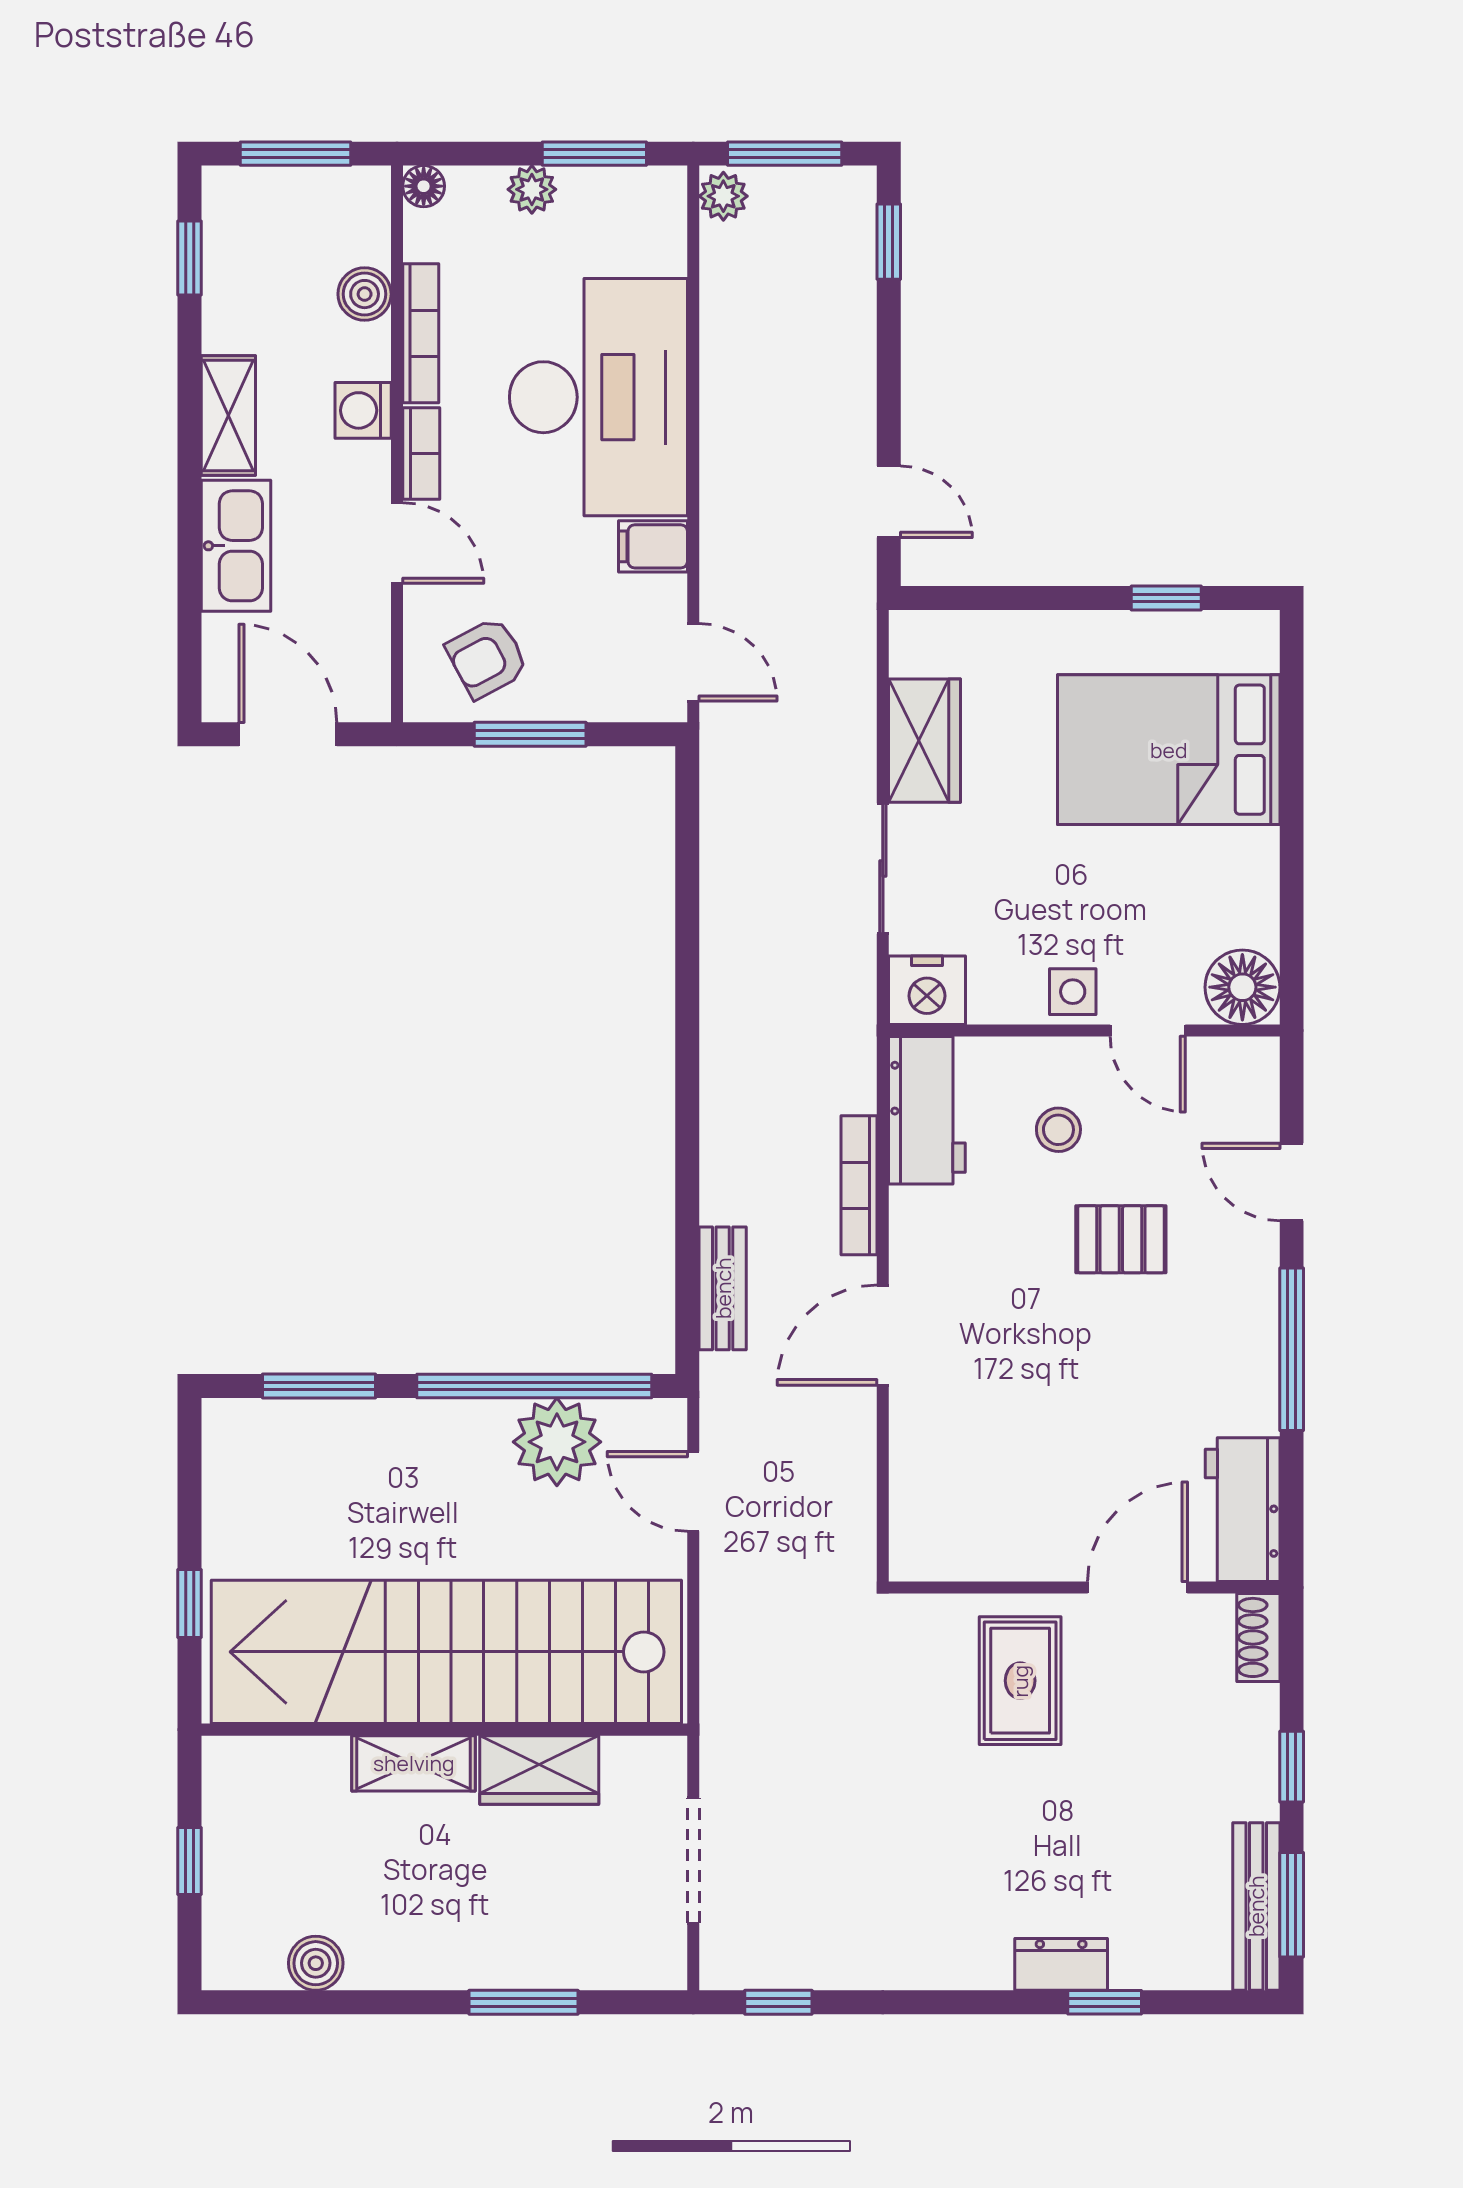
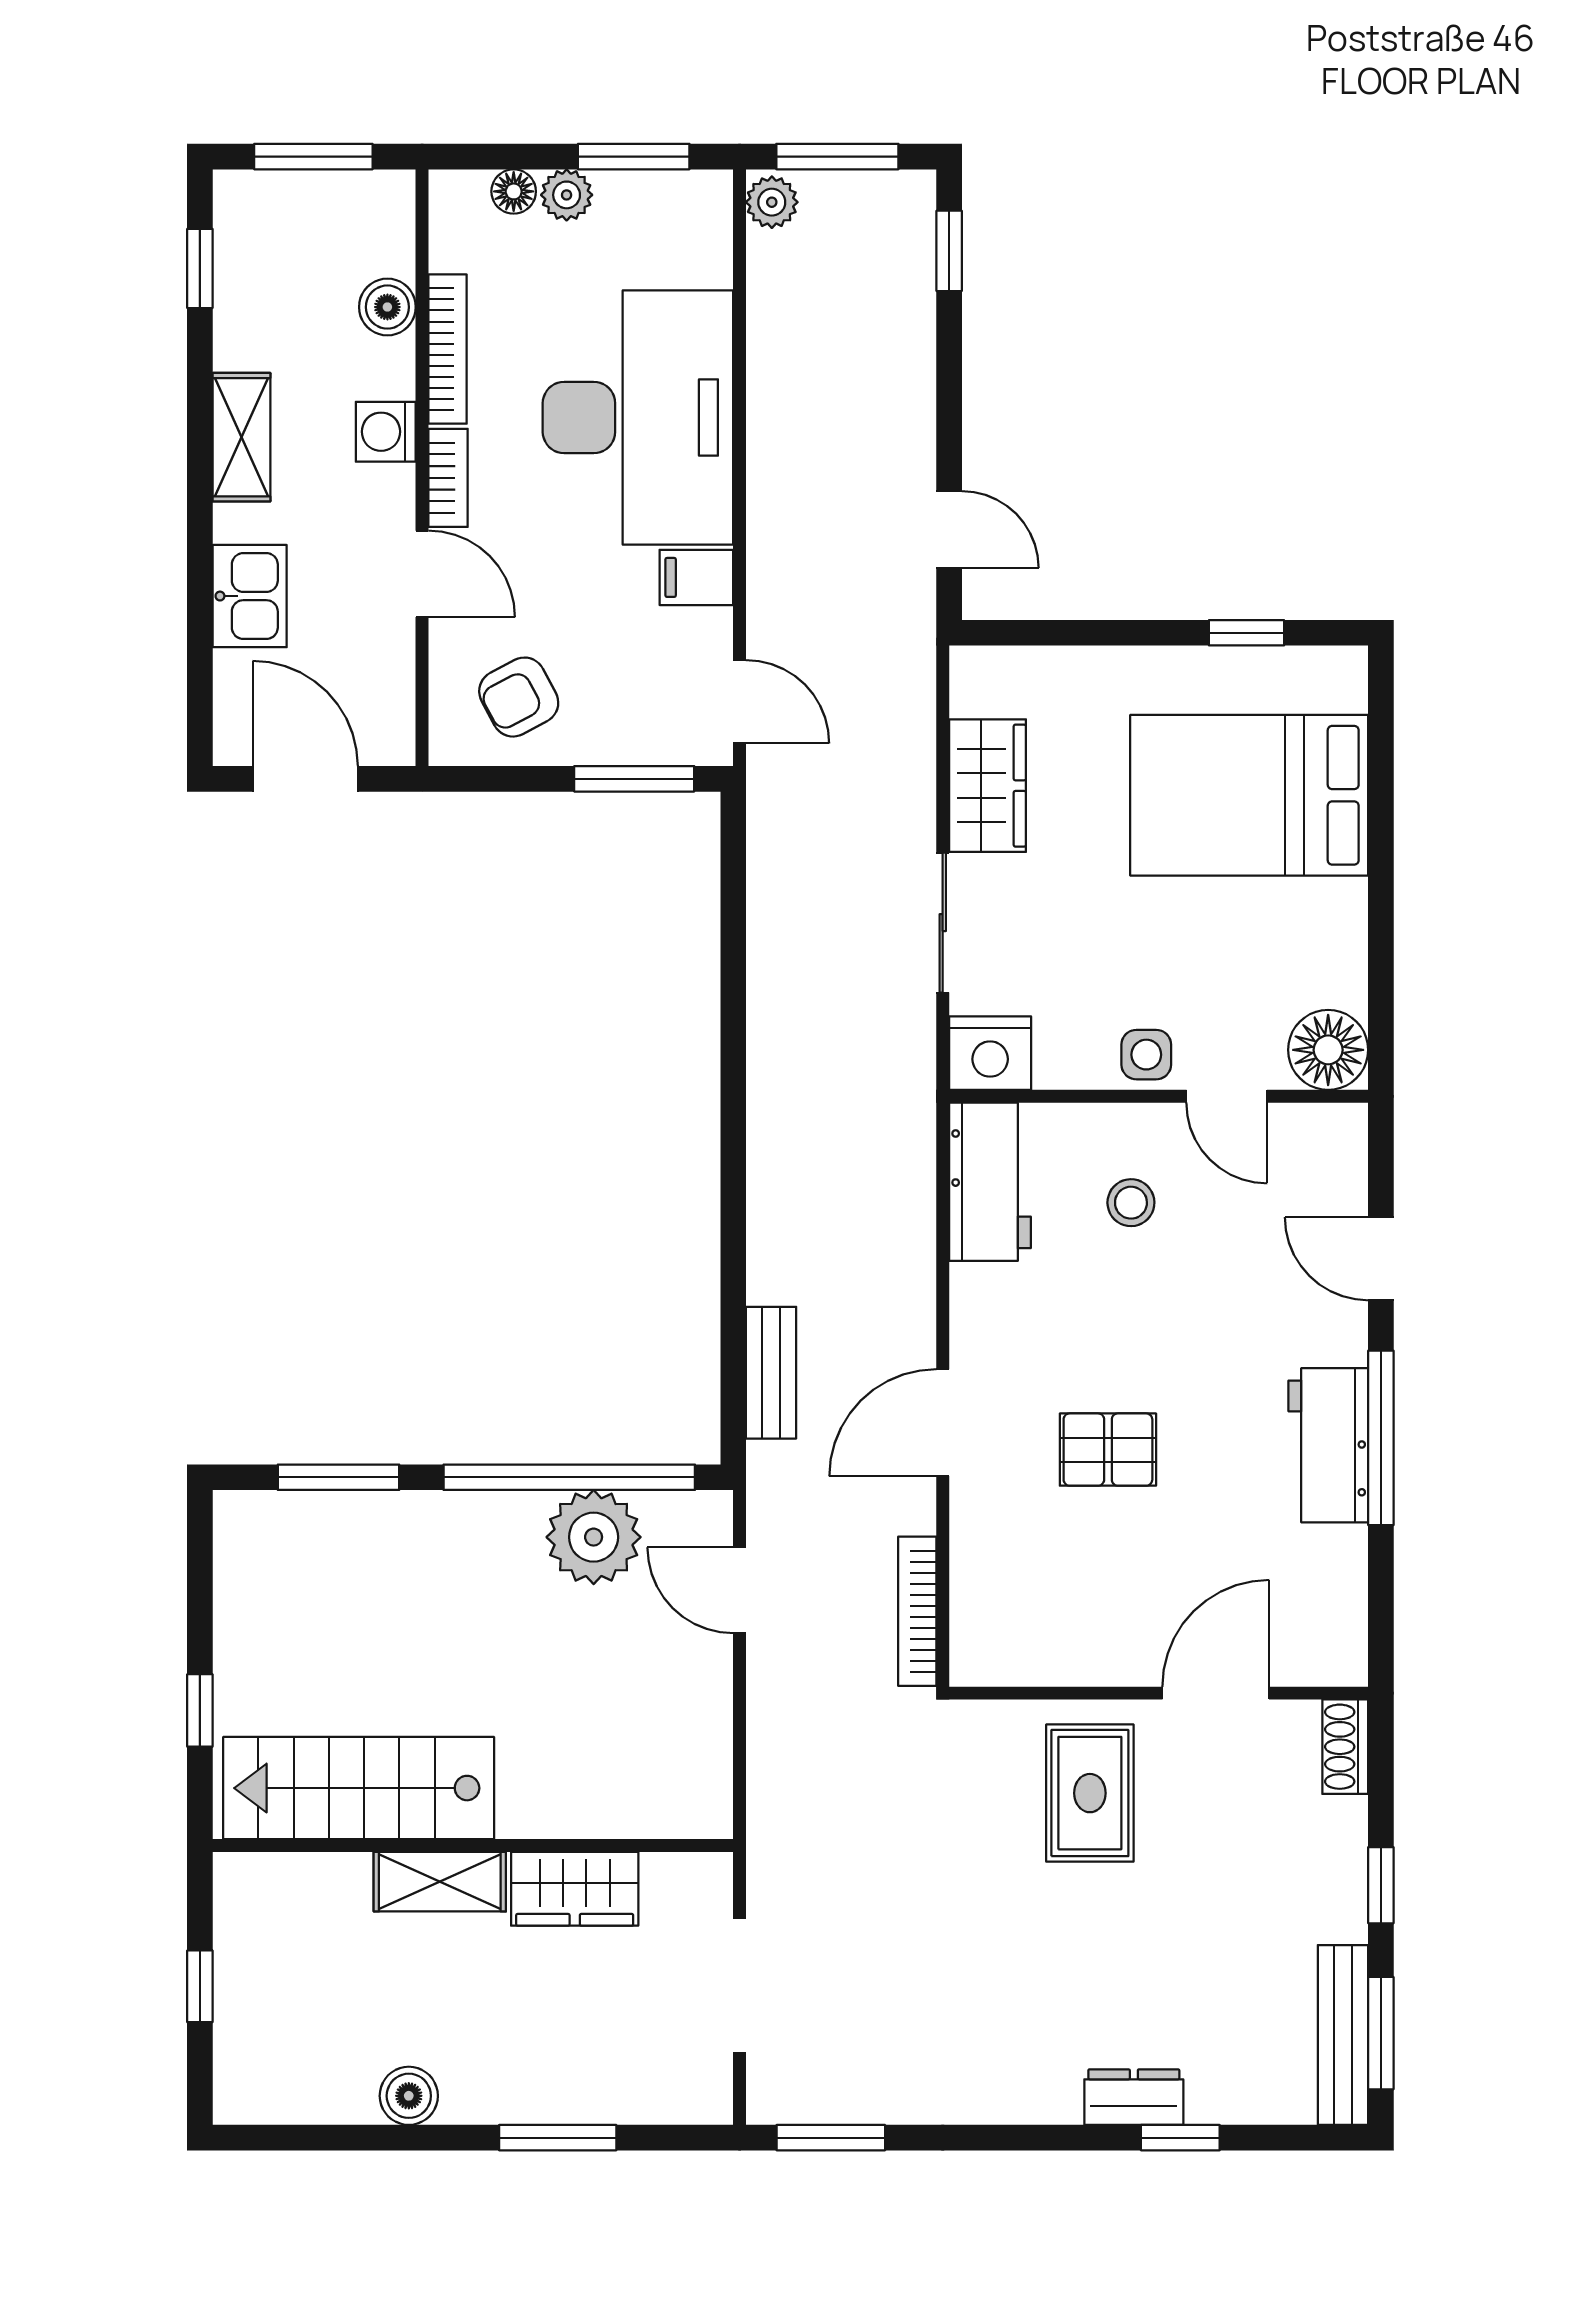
floor lamp: (424, 186) -> (514, 191), moved
kitchen sink: (236, 546) -> (250, 596), width x0.73
window: (530, 734) -> (634, 779), moved
bookcase: (859, 1185) -> (917, 1611), moved
pallet: (1121, 1239) -> (1108, 1450), moved
workbench: (1243, 1510) -> (1328, 1445), moved
stairs: (446, 1652) -> (359, 1788), width x0.54, depth x0.66
boiler: (316, 1963) -> (409, 2096), moved
window: (778, 2002) -> (831, 2138), width x1.50

